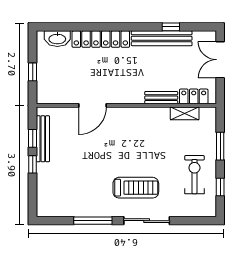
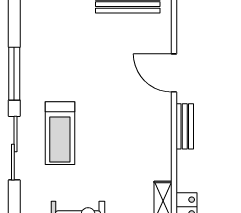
bench: (161, 98) -> (185, 126), moved

